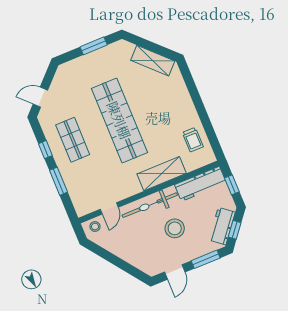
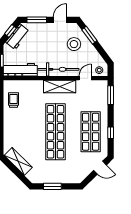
shop shelf: (73, 140) -> (91, 132), width x1.43, depth x1.36
shelving: (162, 174) -> (60, 86), moved
window: (58, 181) -> (111, 95), moved
stool: (175, 228) -> (74, 44), moved
window: (127, 268) -> (89, 35), added

